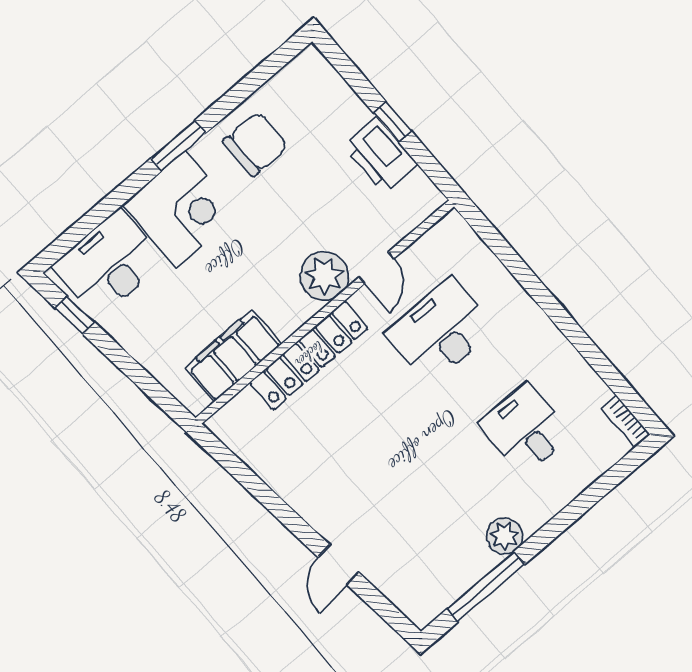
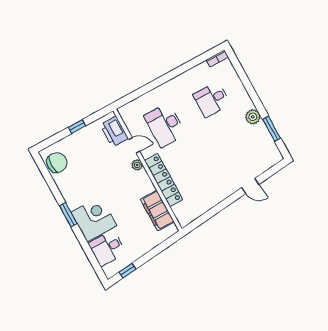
chair: (255, 144) -> (57, 163), moved, turned 90
printer: (380, 155) -> (114, 132), moved, turned 90
desk: (109, 264) -> (107, 248), width x0.73
plant: (324, 276) -> (137, 165), width x0.53, depth x0.53
window: (486, 587) -> (272, 129), width x0.69

